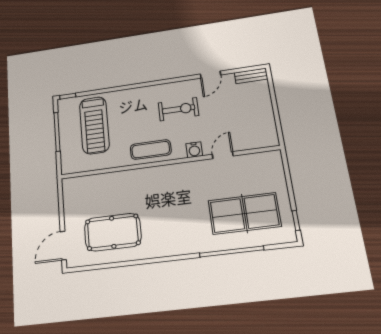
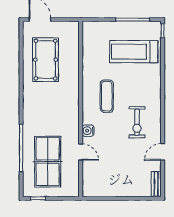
door: (210, 75) -> (163, 152), hinge flipped
water cooler: (194, 150) -> (88, 131), moved
door: (223, 155) -> (81, 152), moved
wall: (168, 162) -> (81, 109), moved

